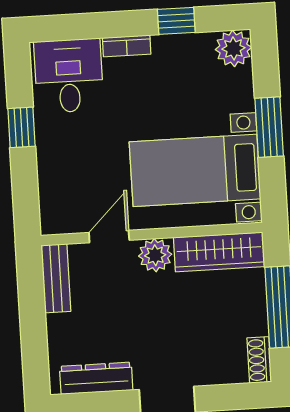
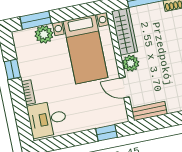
plant: (233, 48) -> (44, 34), moved
window: (21, 127) -> (107, 133), moved
window: (269, 127) -> (36, 20), moved

